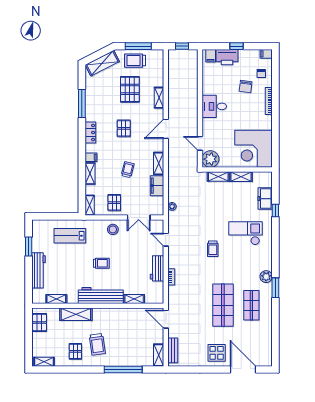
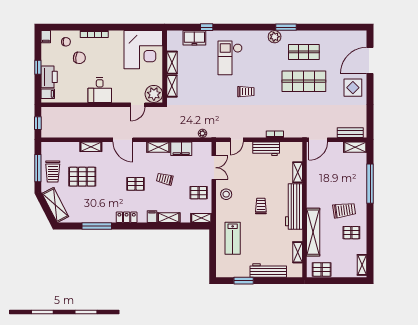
pallet: (124, 128) -> (135, 184), moved
shelving: (76, 314) -> (313, 232), width x1.47

